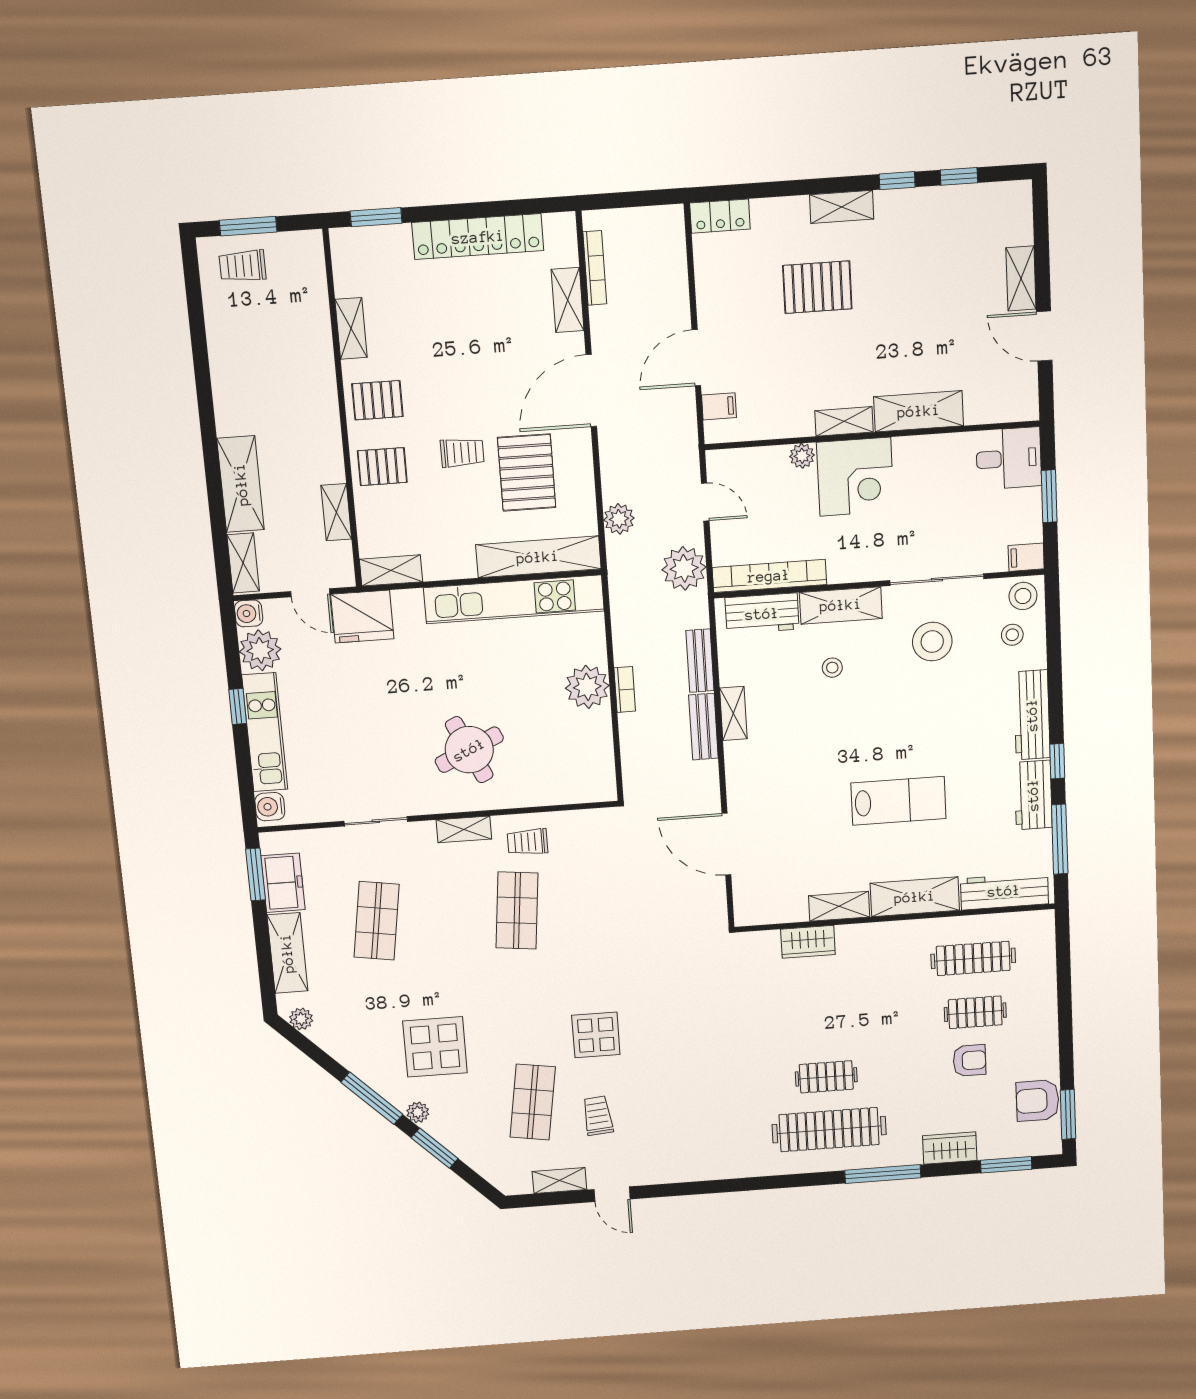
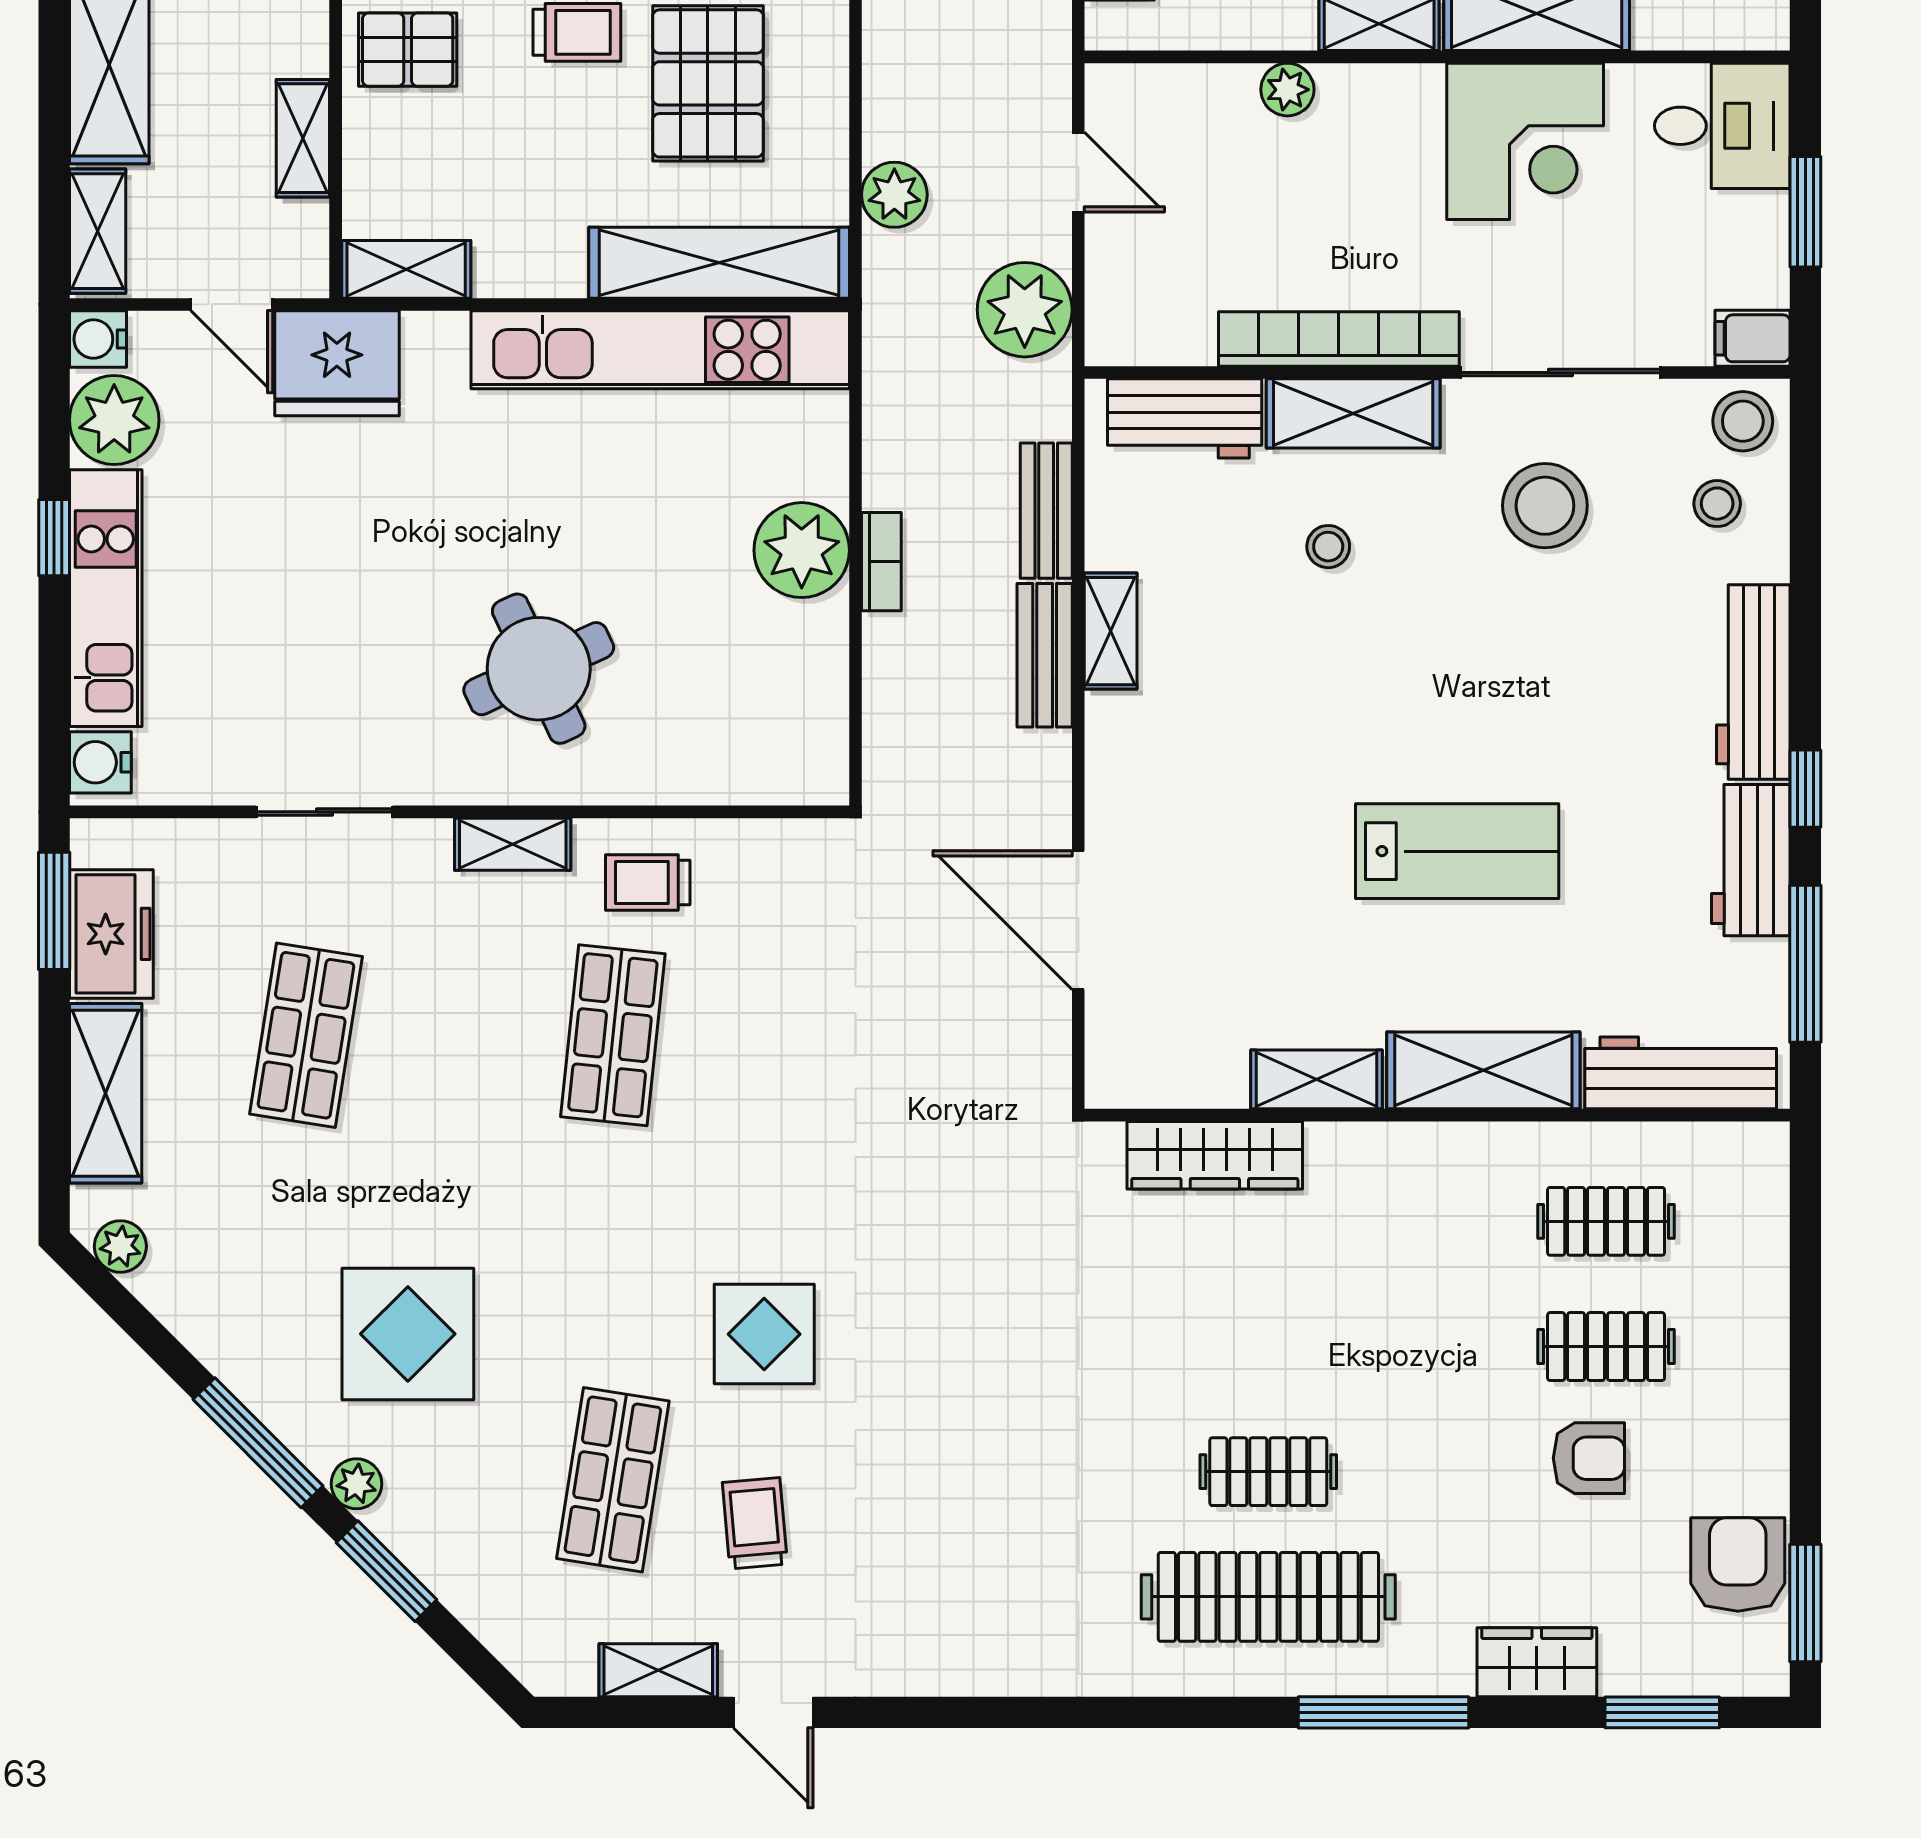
corner desk: (855, 477) -> (1525, 141), moved
bookcase: (769, 576) -> (1339, 339), moved
wardrobe: (808, 942) -> (1215, 1155), width x1.50
clothes rail: (973, 958) -> (1606, 1221), width x0.73
armchair: (1038, 1100) -> (1738, 1565), turned 90

